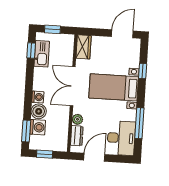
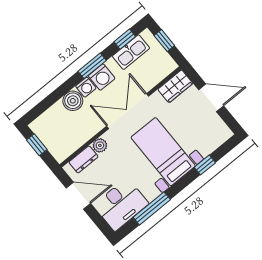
door: (122, 34) -> (211, 98), moved
washing machine: (38, 127) -> (102, 77), moved
window: (26, 131) -> (92, 66), moved

